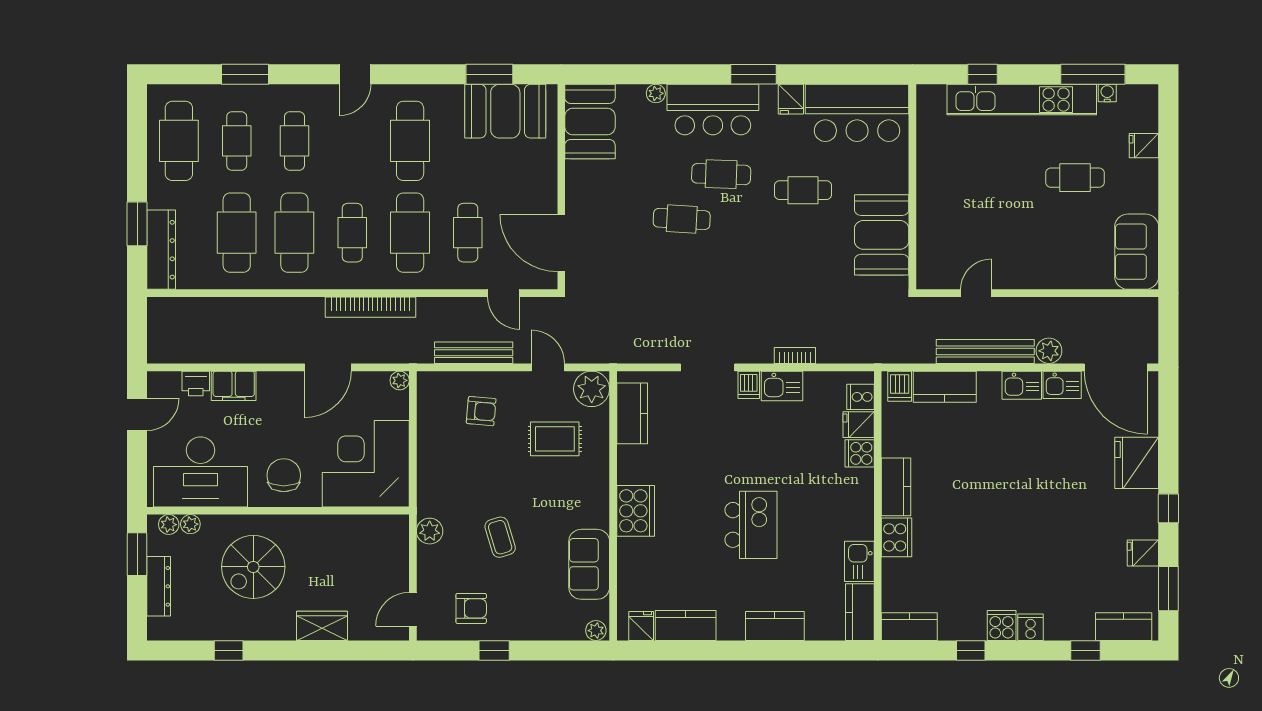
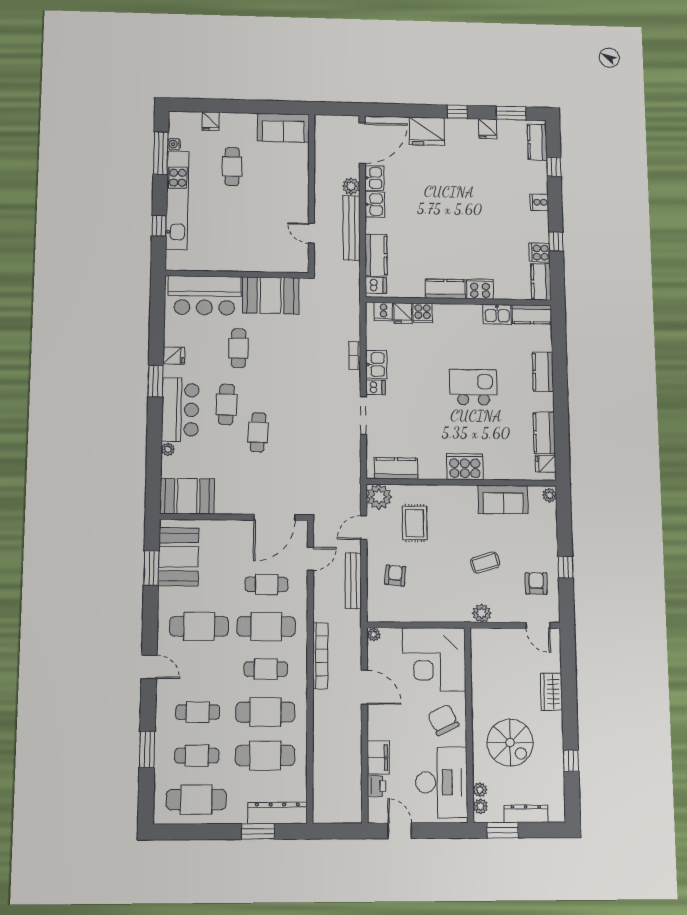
bar counter: (857, 113) -> (205, 295), moved, turned 90
chair: (284, 475) -> (443, 720), turned 65
cooker: (1002, 626) -> (539, 253), moved

